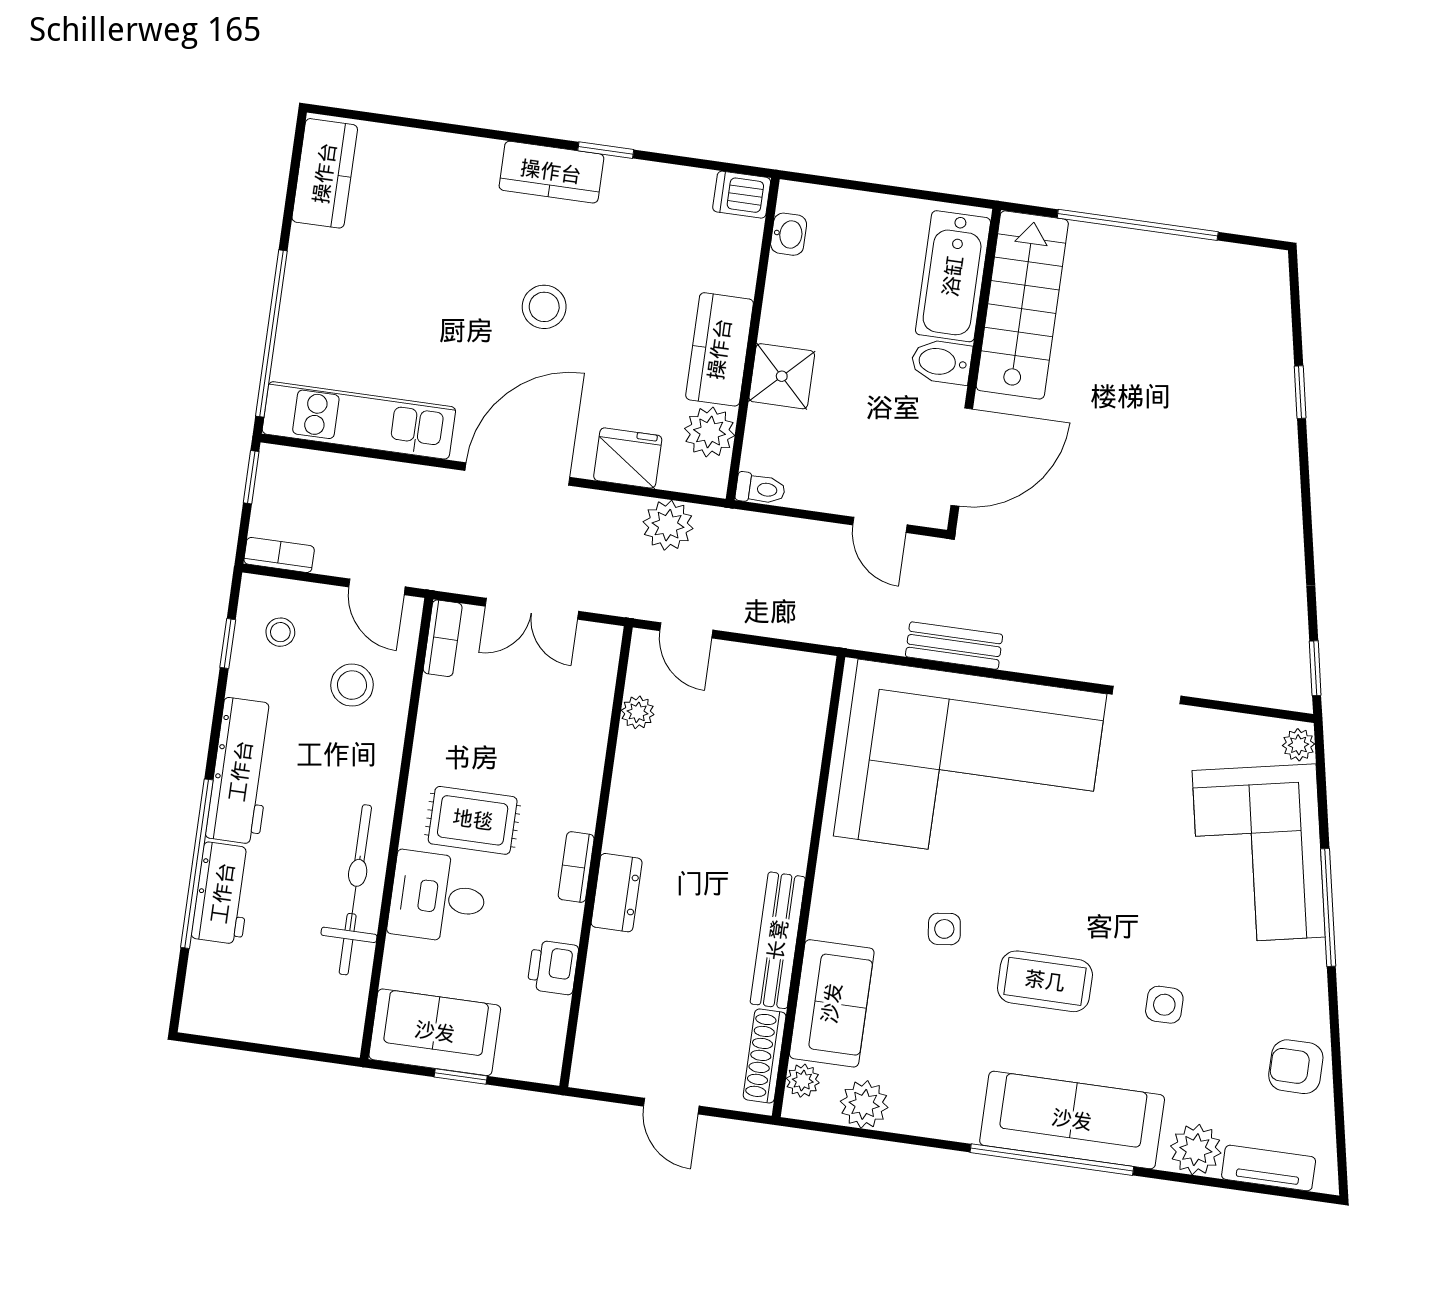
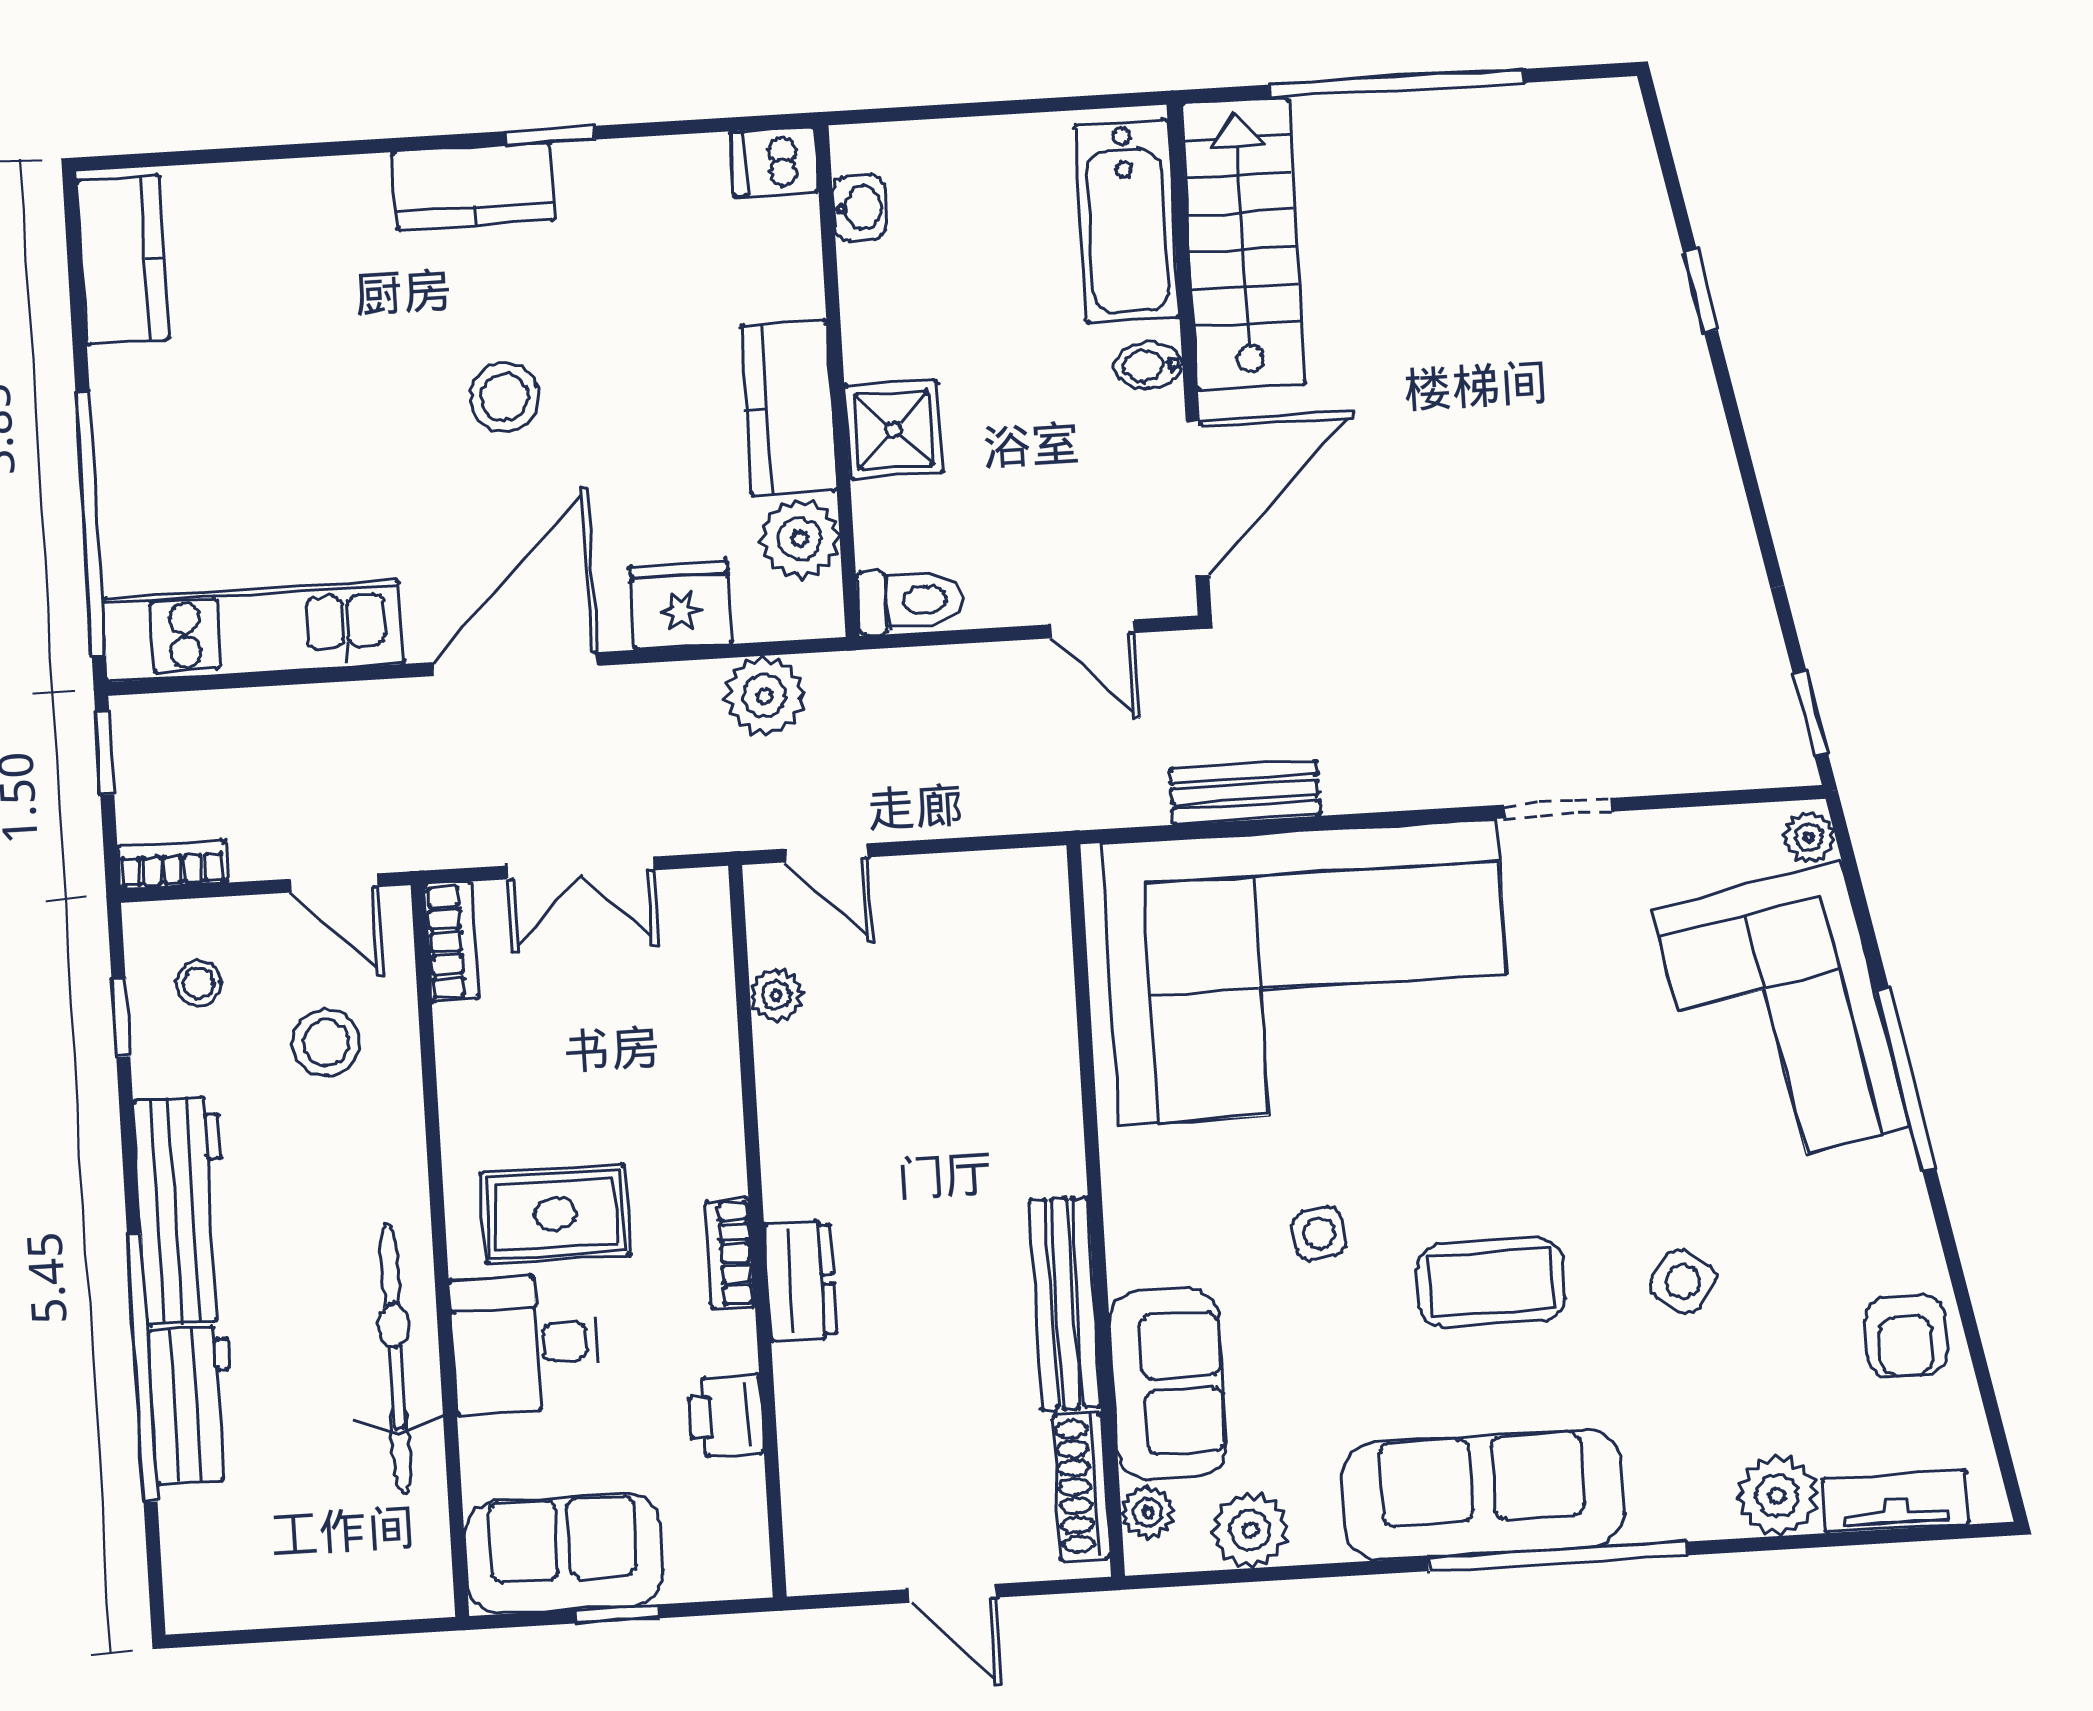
bidet: (941, 362) -> (1149, 365), width x0.72, depth x0.74
toilet: (760, 489) -> (910, 601), width x1.37, depth x1.39
side table: (1164, 1005) -> (1683, 1281), turned 36
armchair: (1296, 1067) -> (1906, 1336), turned -90
sofa: (1072, 1120) -> (1483, 1495), moved

